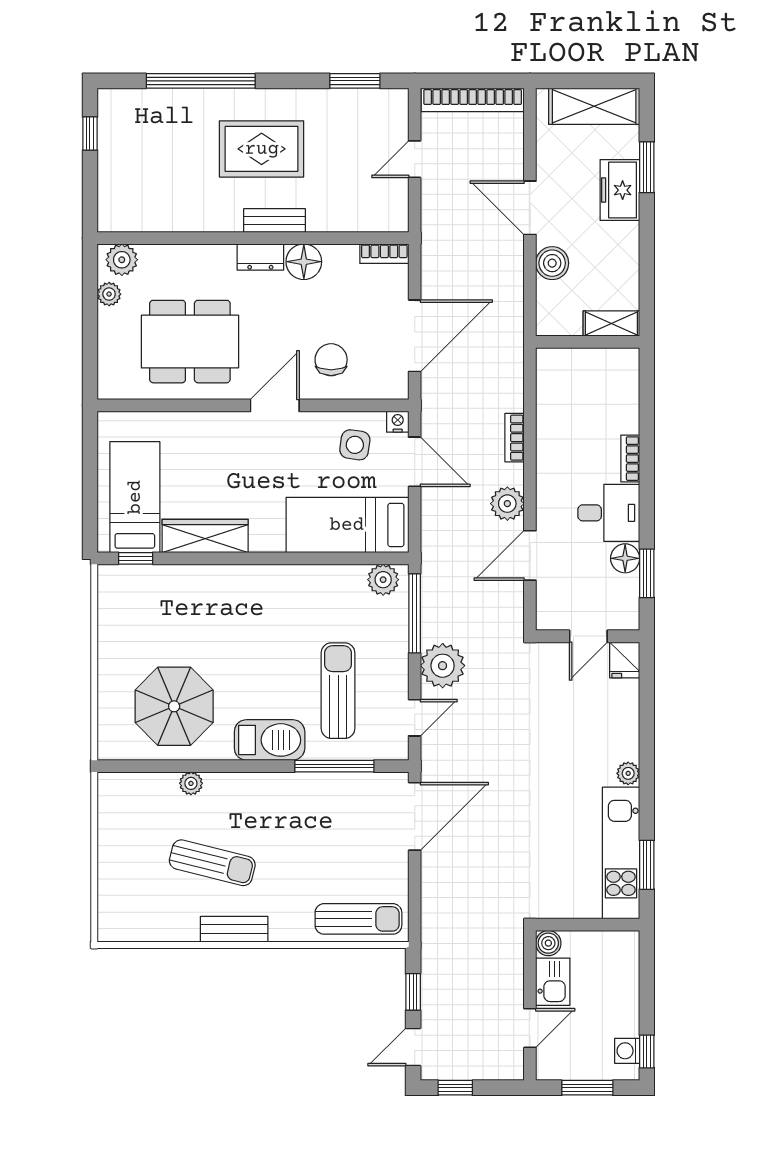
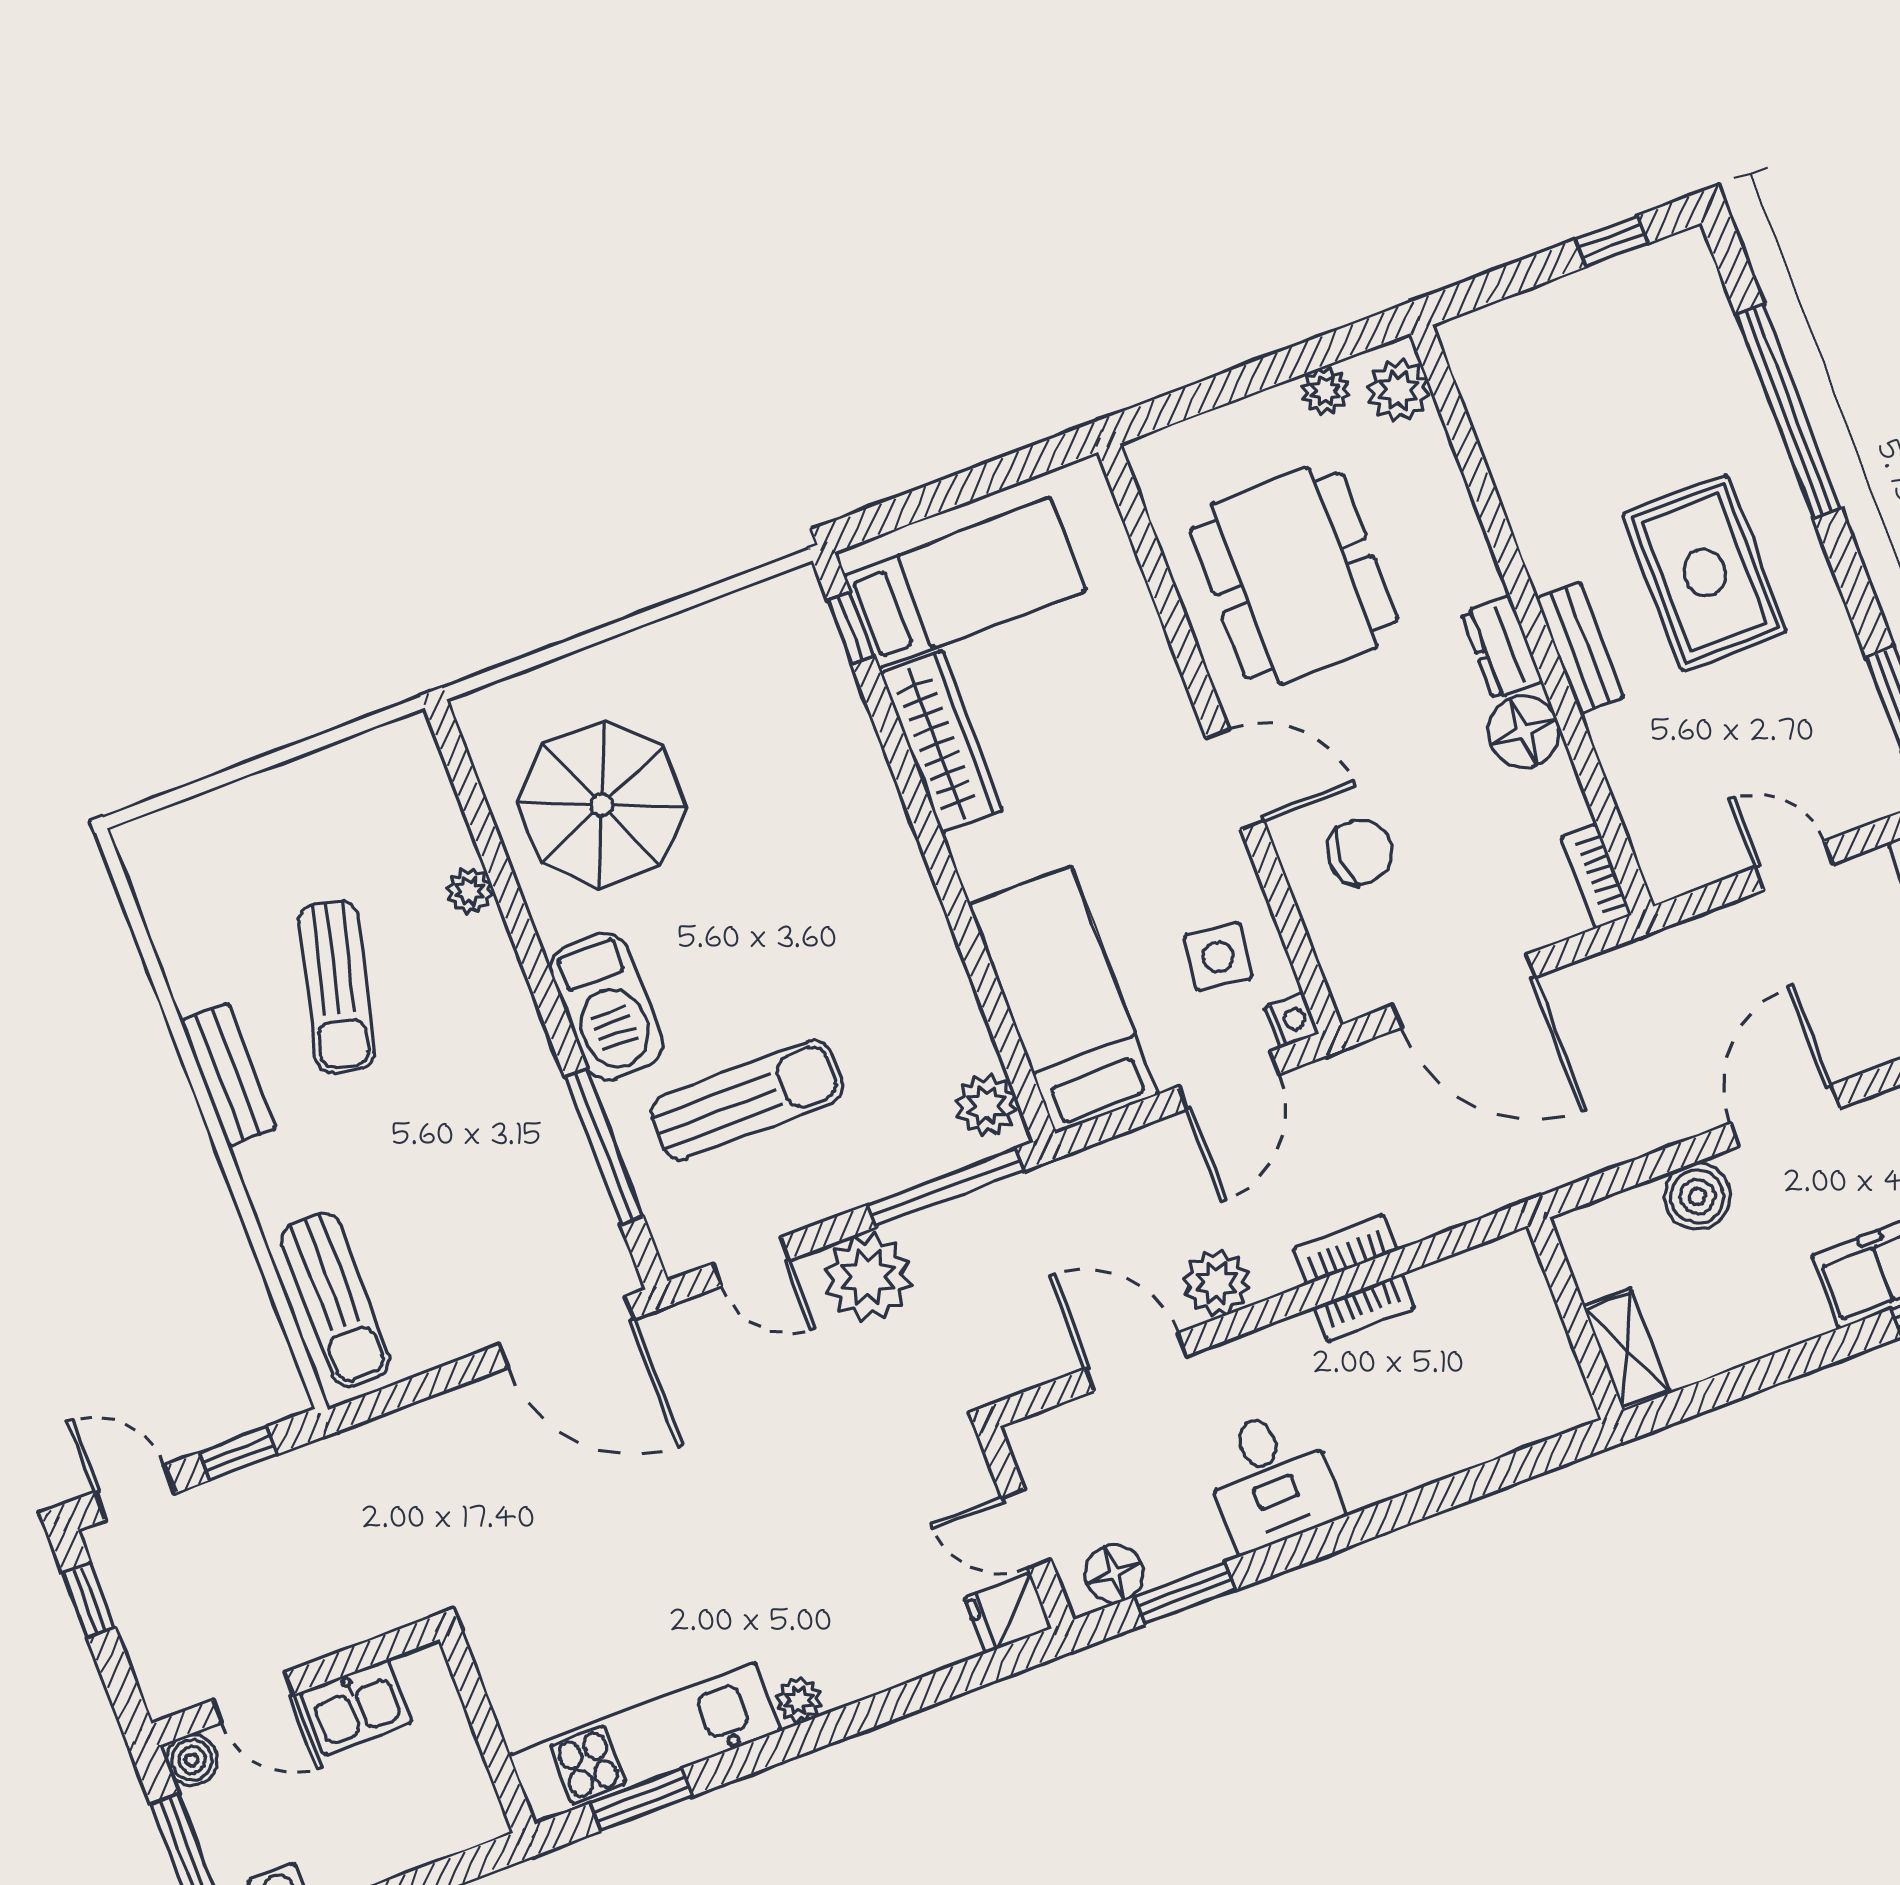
bookcase: (630, 459) -> (1364, 1308), moved, turned 180
floor lamp: (625, 558) -> (1114, 1574), moved
boiler: (548, 943) -> (192, 1760), moved

